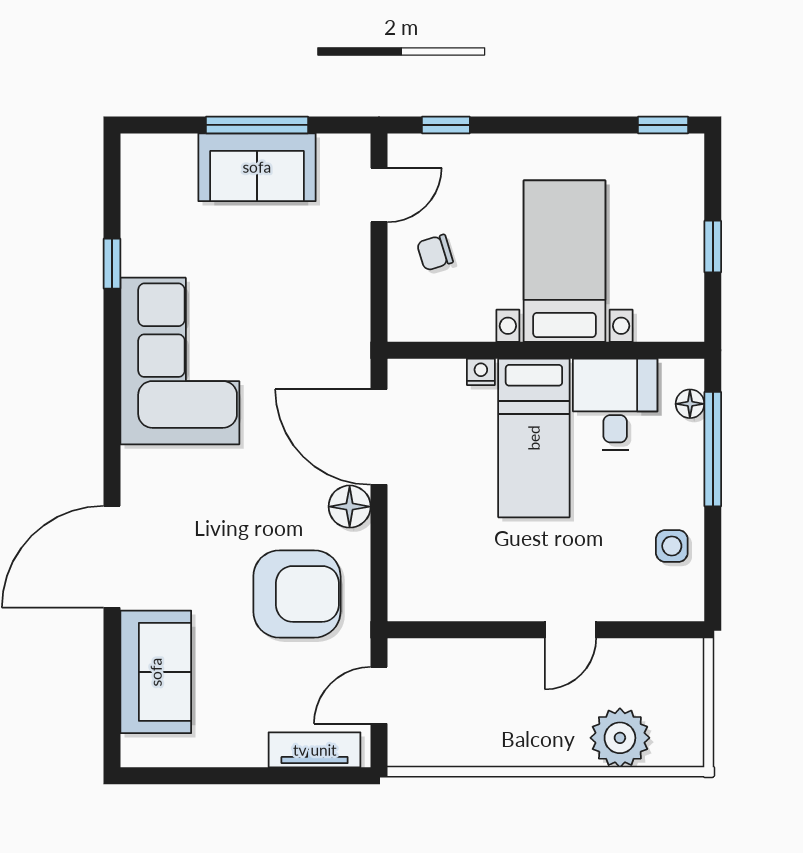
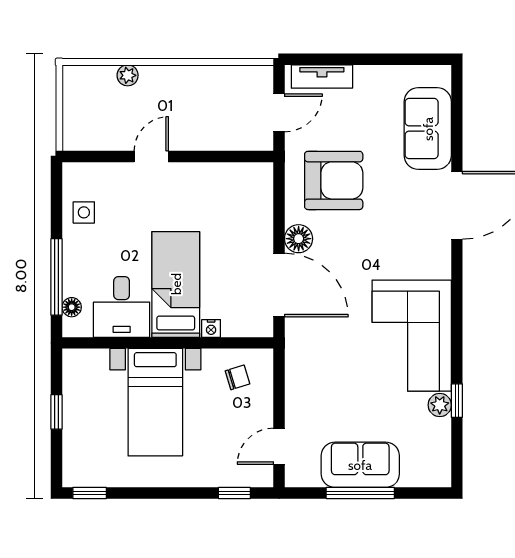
chair: (435, 253) -> (237, 377), moved
plant: (138, 257) -> (440, 405), added
armchair: (297, 594) -> (334, 180), turned 180
plant: (620, 738) -> (128, 75), width x0.53, depth x0.53

